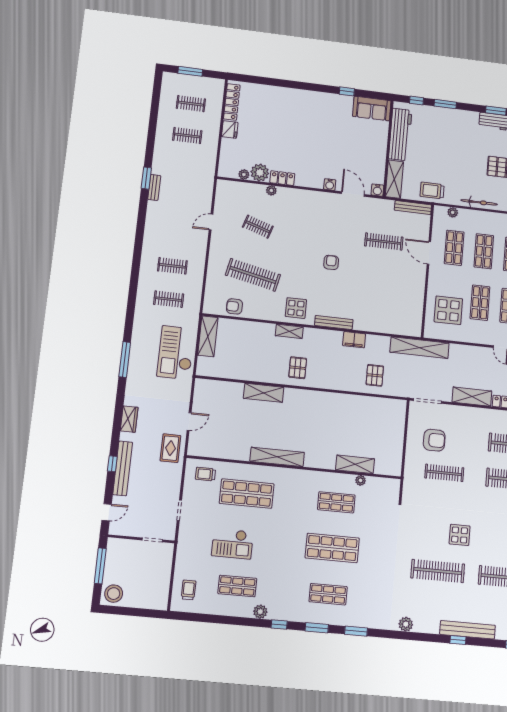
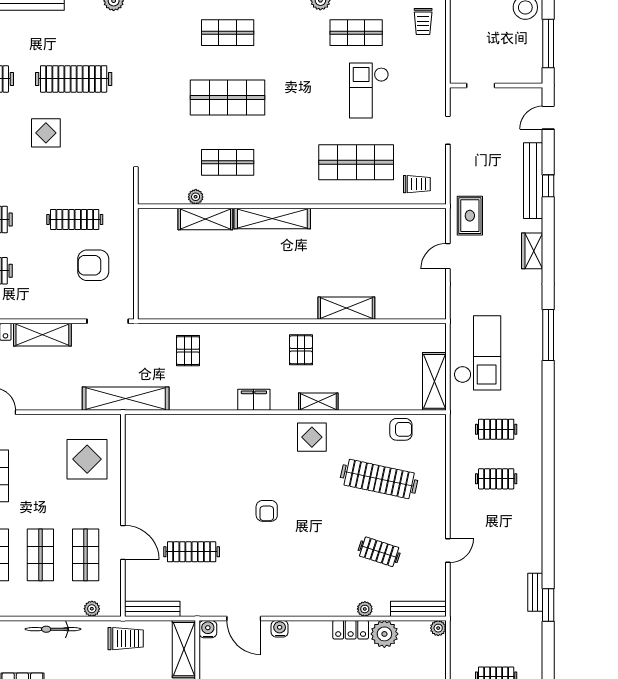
plant: (244, 175) -> (438, 628), moved
shop shelf: (480, 303) -> (40, 476), removed
bench: (334, 322) -> (418, 609), moved
filing cabinet: (354, 340) -> (254, 400), moved
shelving: (277, 457) -> (272, 218), moved
checkout: (232, 544) -> (369, 91), turned -90

